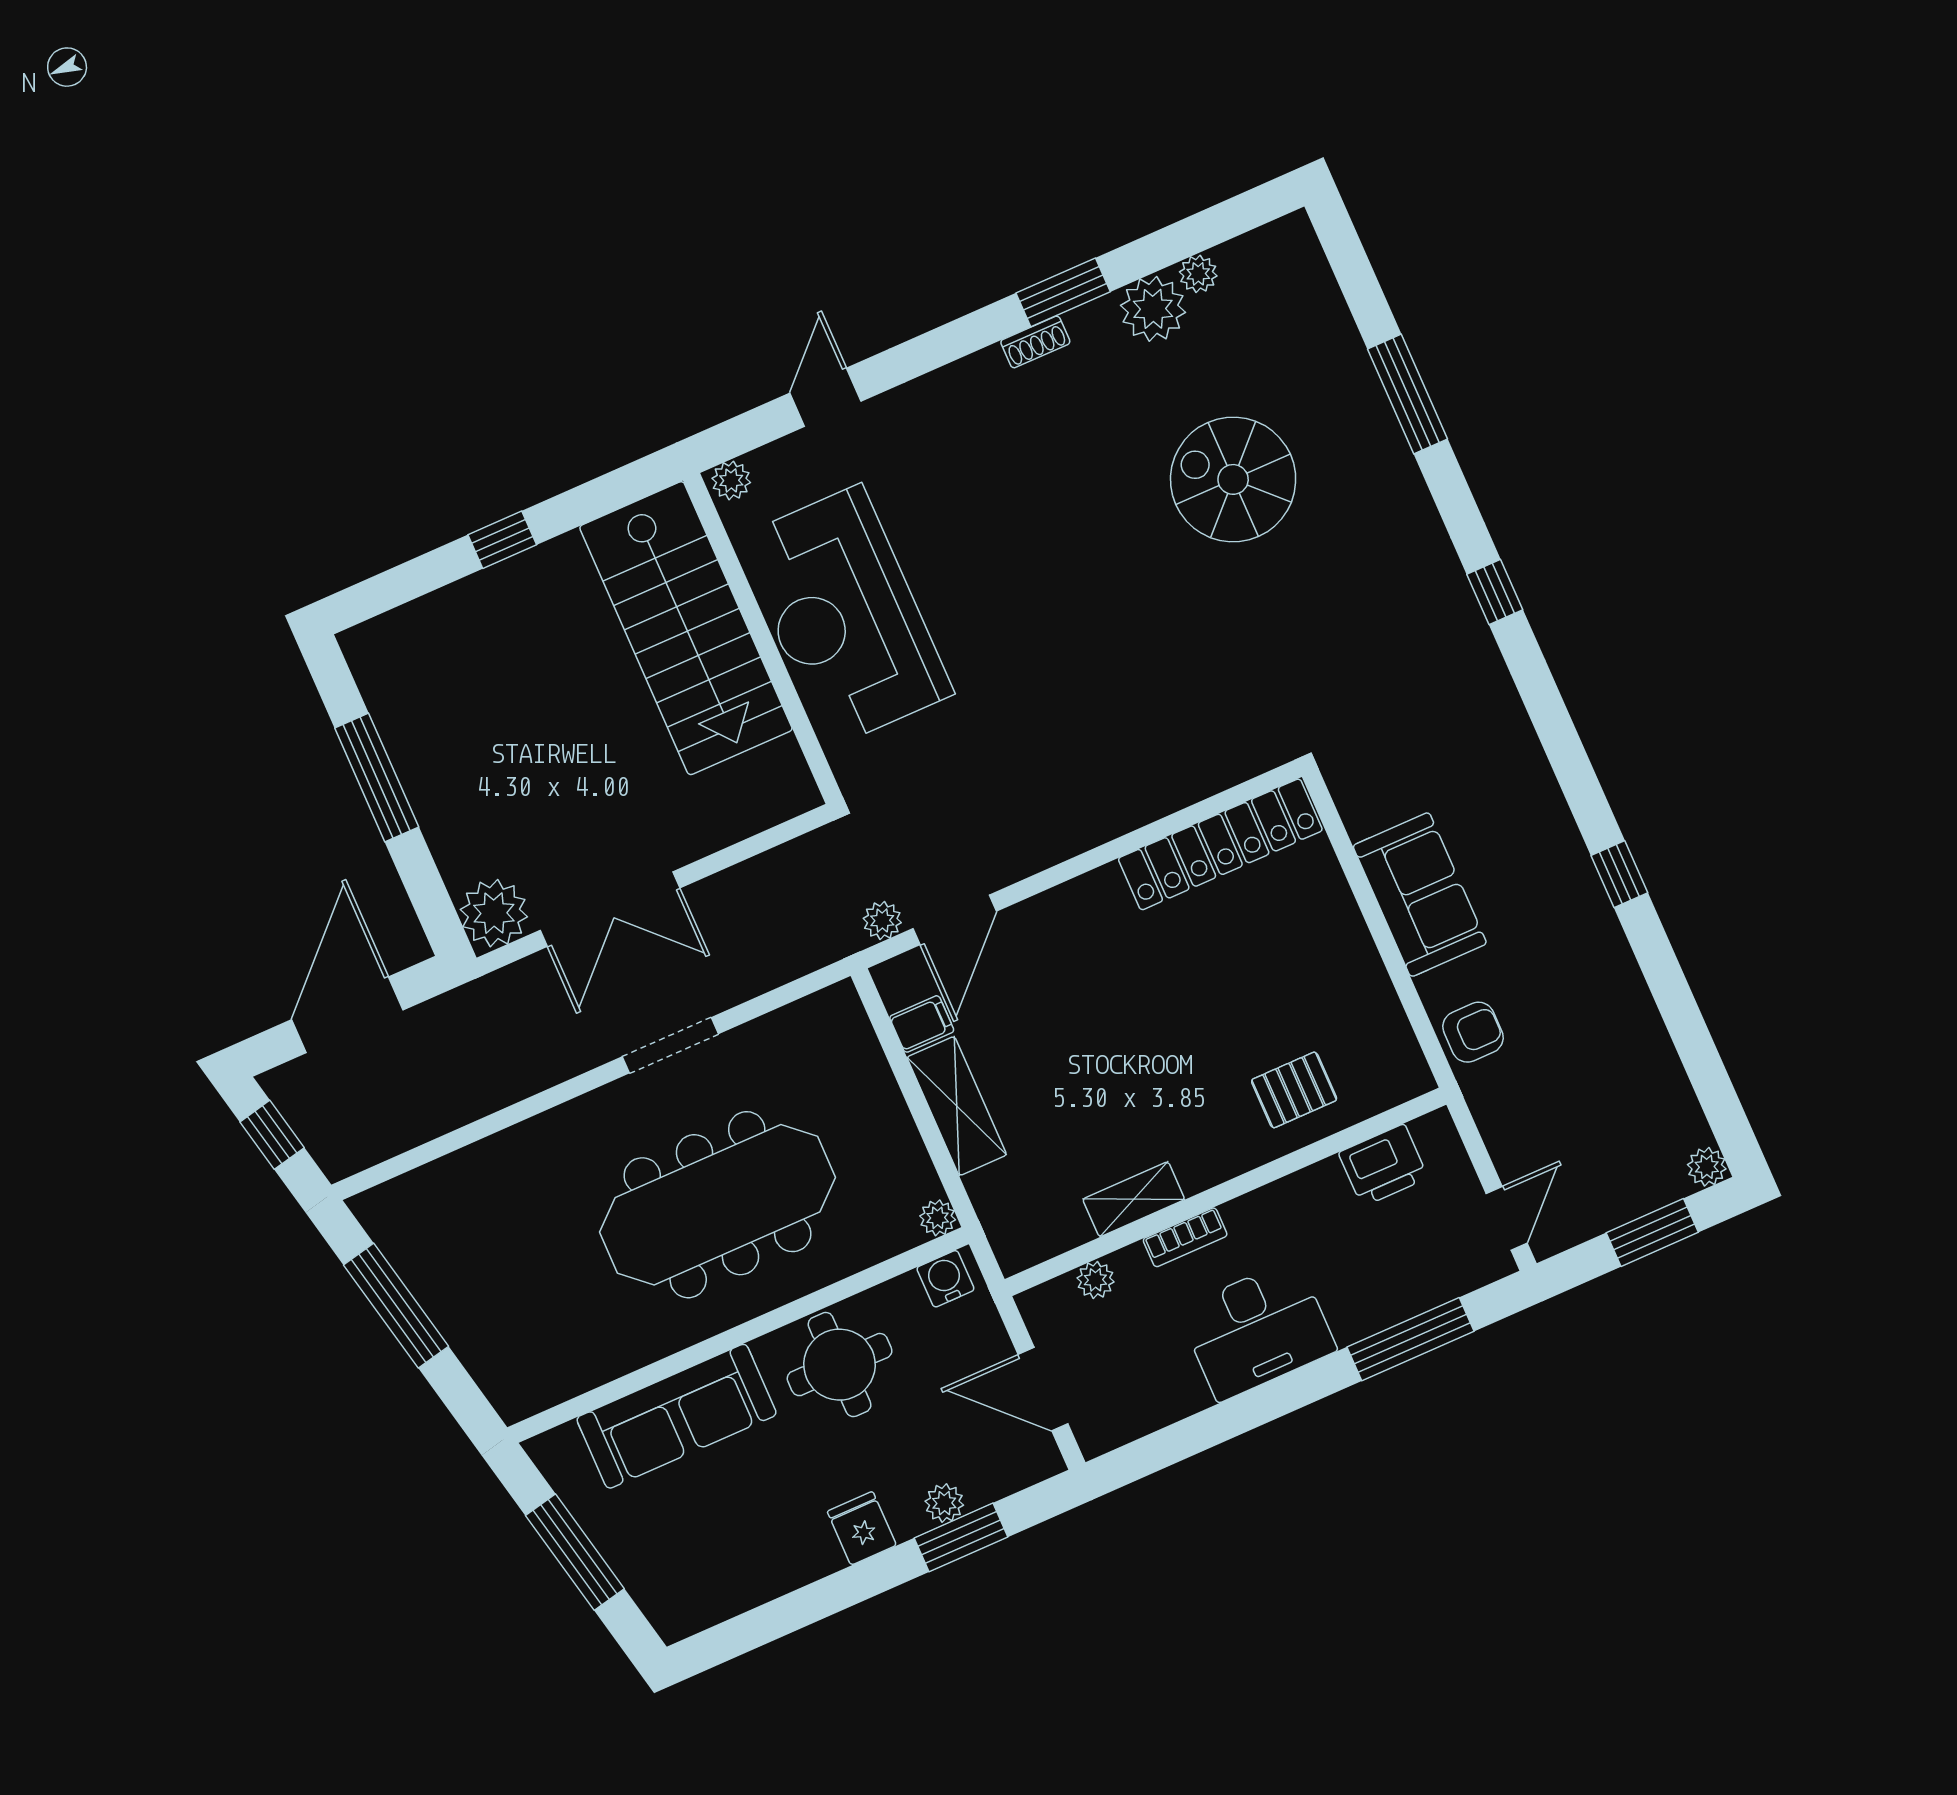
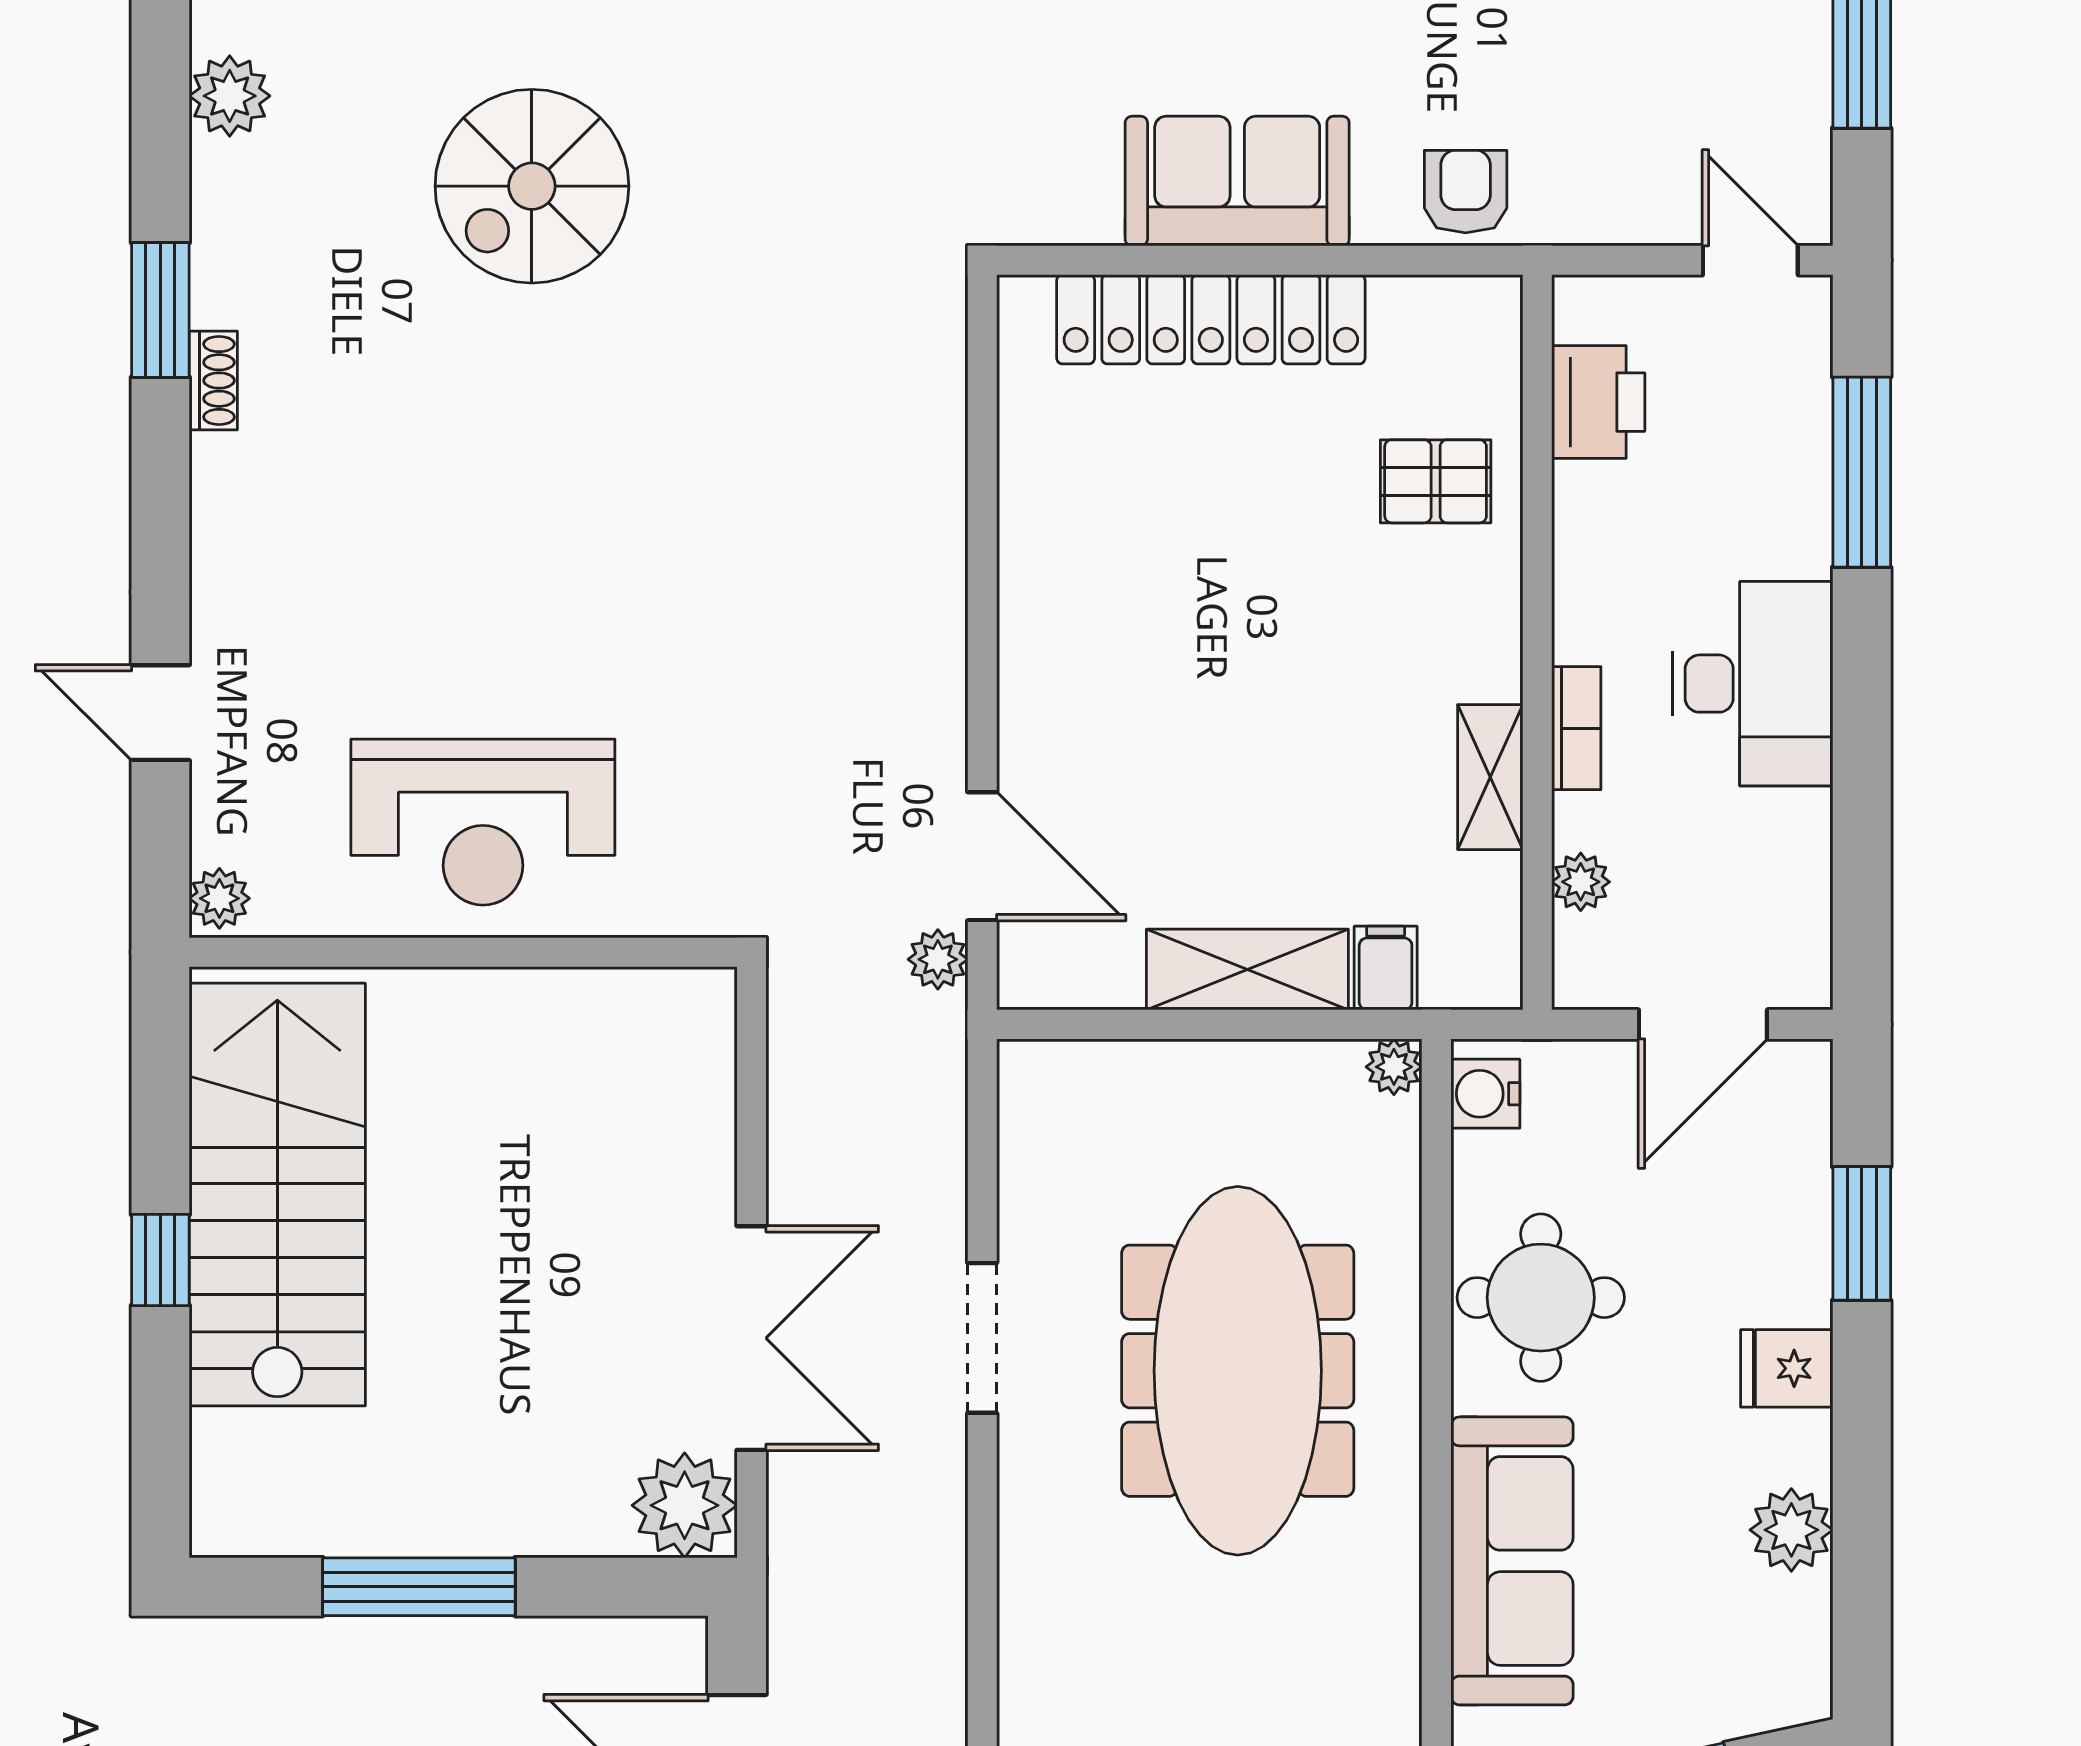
plant: (1198, 274) -> (230, 96), width x1.38, depth x1.38
plant: (1153, 309) -> (240, 193), removed
reception desk: (845, 616) -> (483, 822), width x0.74, depth x0.77
stairs: (686, 628) -> (277, 1195), moved, turned -90
locker: (1220, 844) -> (1211, 319), moved, turned 90
filing cabinet: (922, 1024) -> (1386, 968), moved
pallet: (1294, 1090) -> (1436, 481), turned 90
plant: (944, 1503) -> (1791, 1530), moved, width x1.38, depth x1.38

